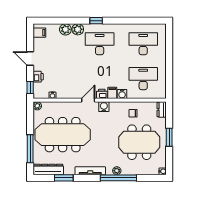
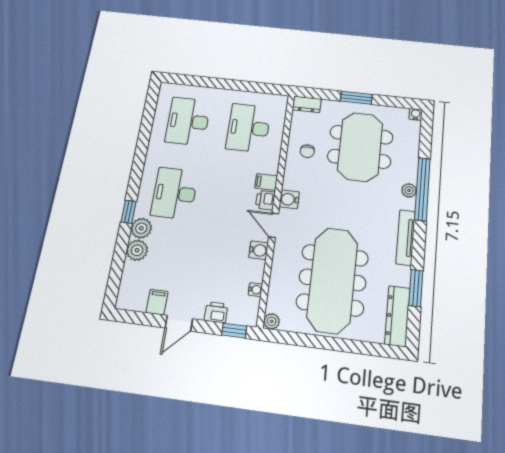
window: (96, 21) -> (129, 212), moved
filing cabinet: (39, 33) -> (157, 302), moved
water cooler: (122, 94) -> (258, 250), moved
window: (30, 149) -> (354, 346), removed

